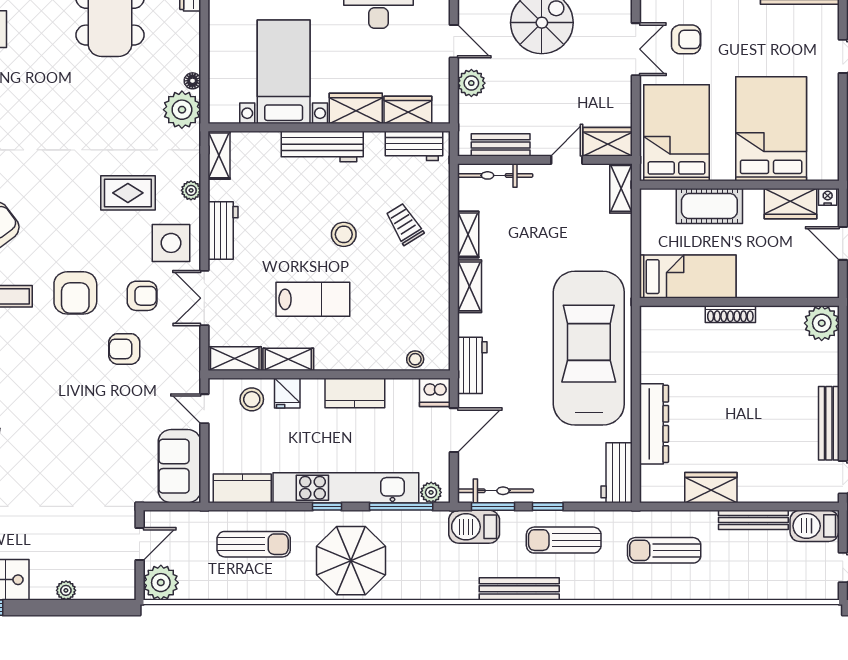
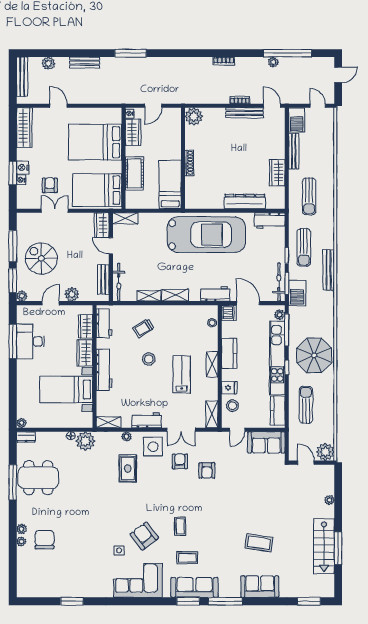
armchair: (75, 293) -> (178, 495), removed
car: (589, 348) -> (206, 235), turned 180
shelving: (288, 359) -> (212, 364), moved

